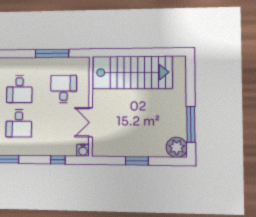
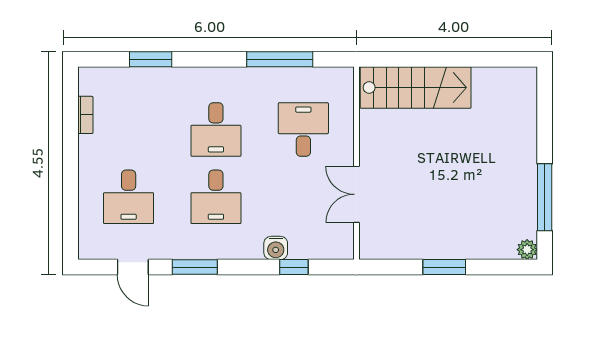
stairs: (132, 72) -> (416, 88), width x0.73, depth x0.66
plant: (177, 147) -> (527, 250), width x0.53, depth x0.53
water cooler: (83, 150) -> (276, 248), moved

